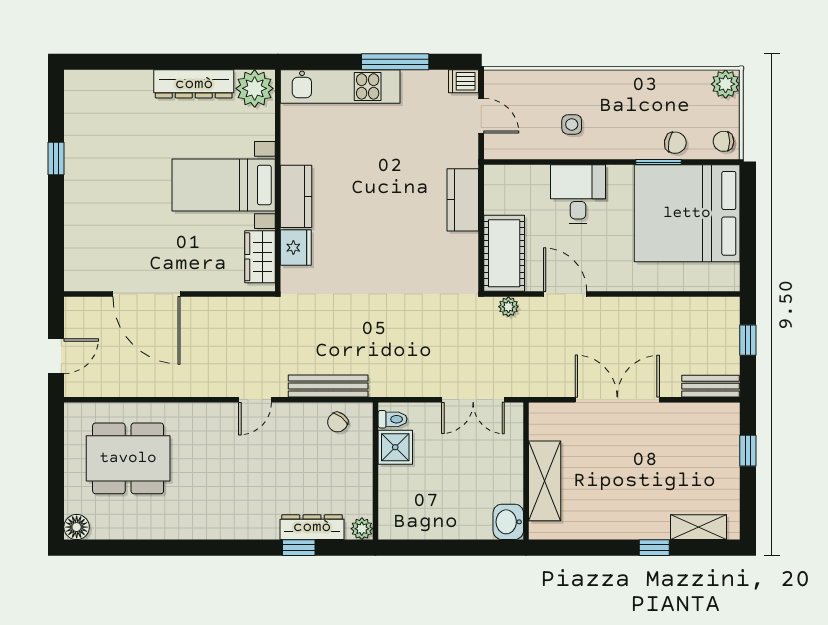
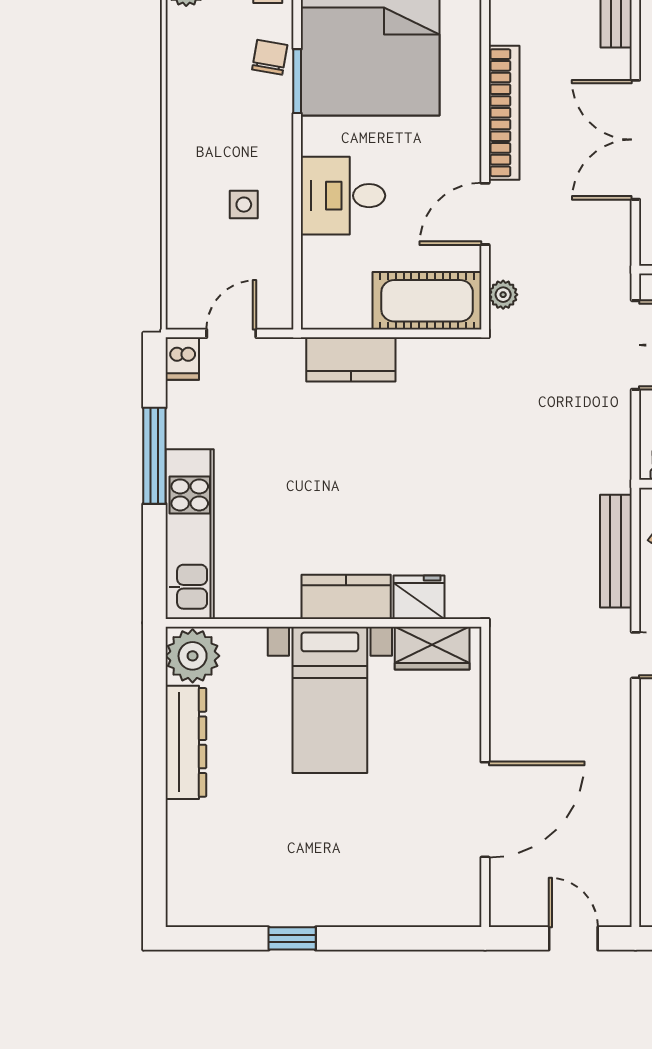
bookcase: (636, 307) -> (504, 113), added

